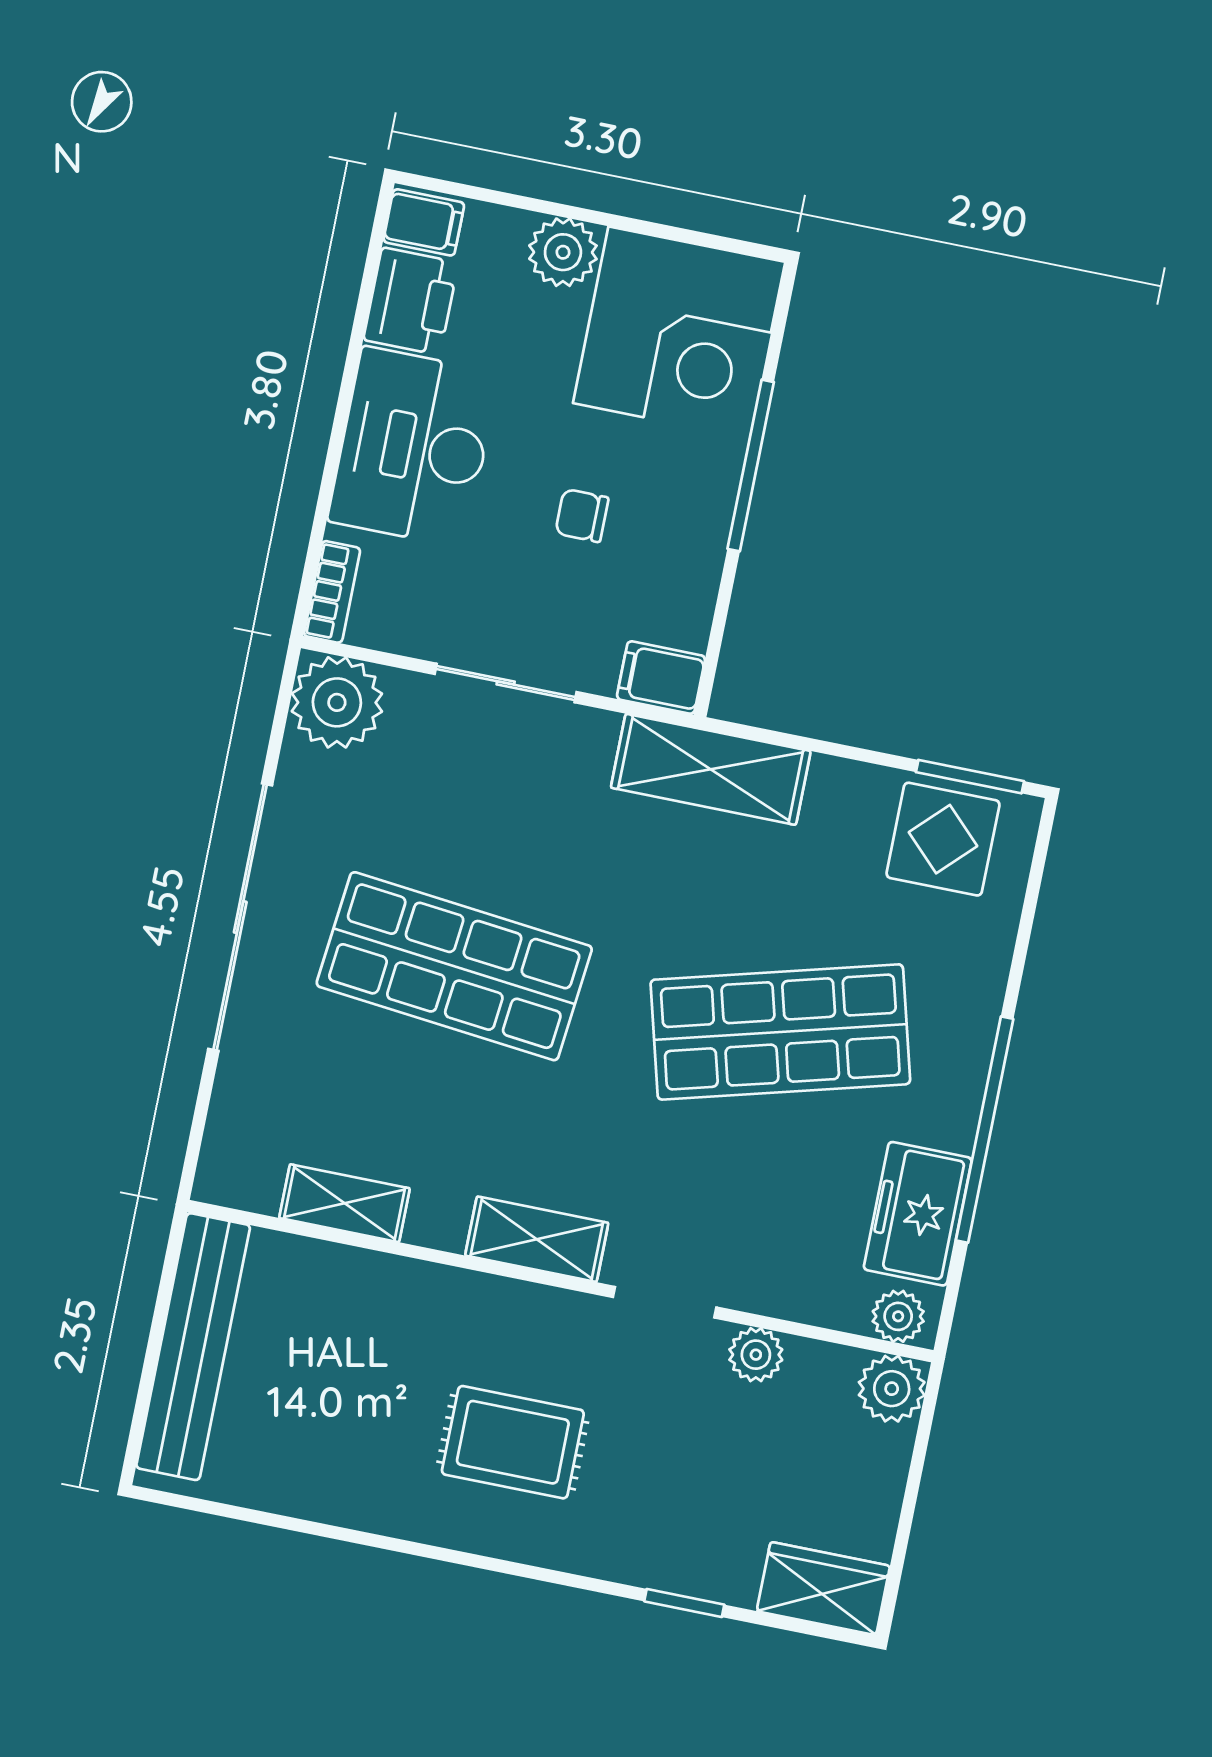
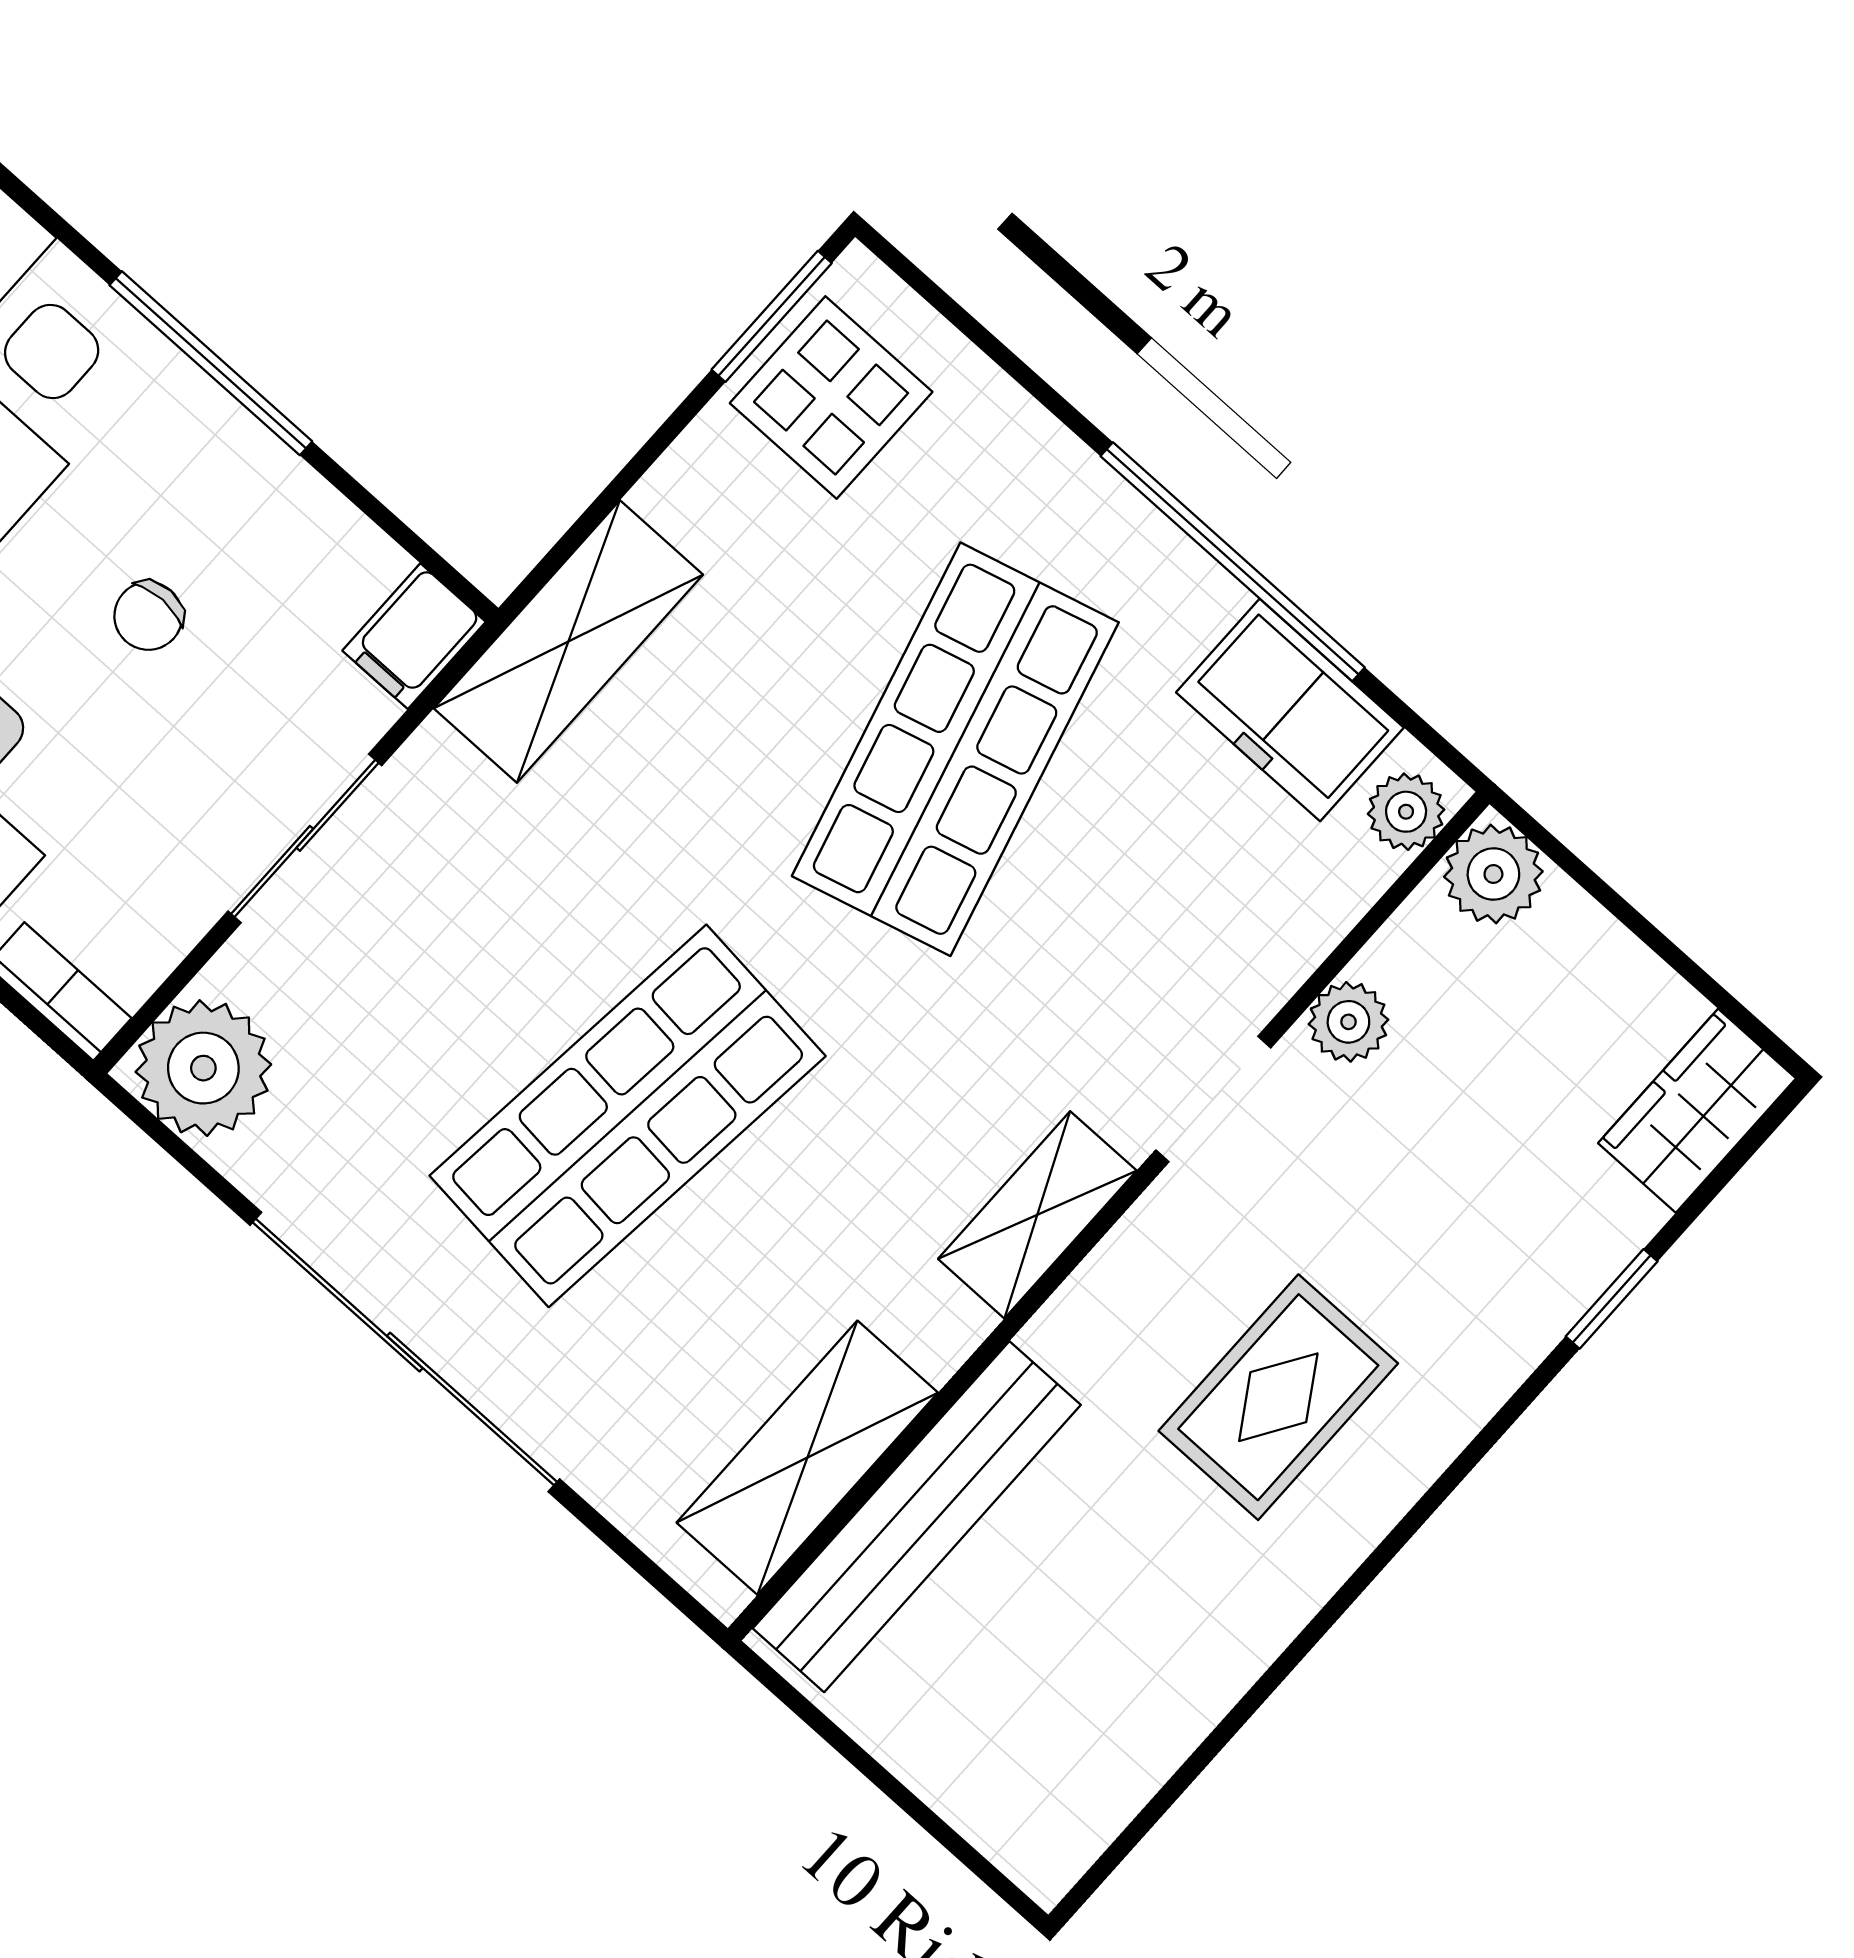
shelving: (344, 1203) -> (807, 1458), width x1.50, depth x1.33
bench: (193, 1347) -> (917, 1517), moved, turned 90

